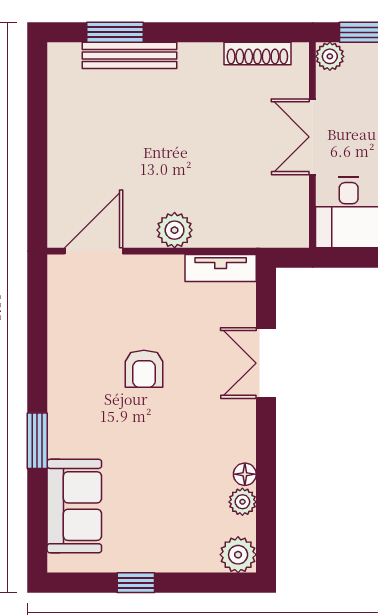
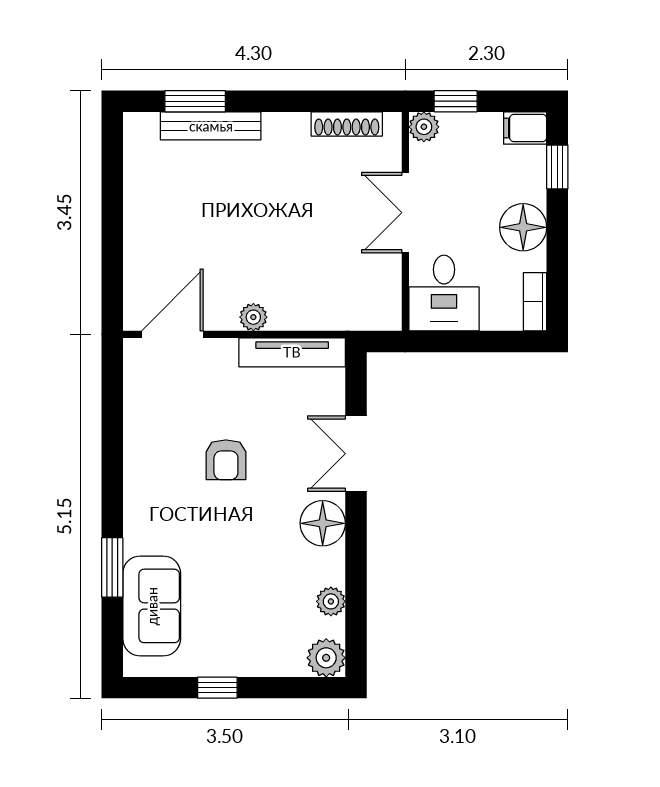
plant: (175, 230) -> (253, 317), width x0.73, depth x0.73
tv unit: (221, 268) -> (292, 352), width x1.41
window: (37, 441) -> (112, 567), moved
floor lamp: (245, 474) -> (323, 523), moved, width x1.89, depth x1.89

